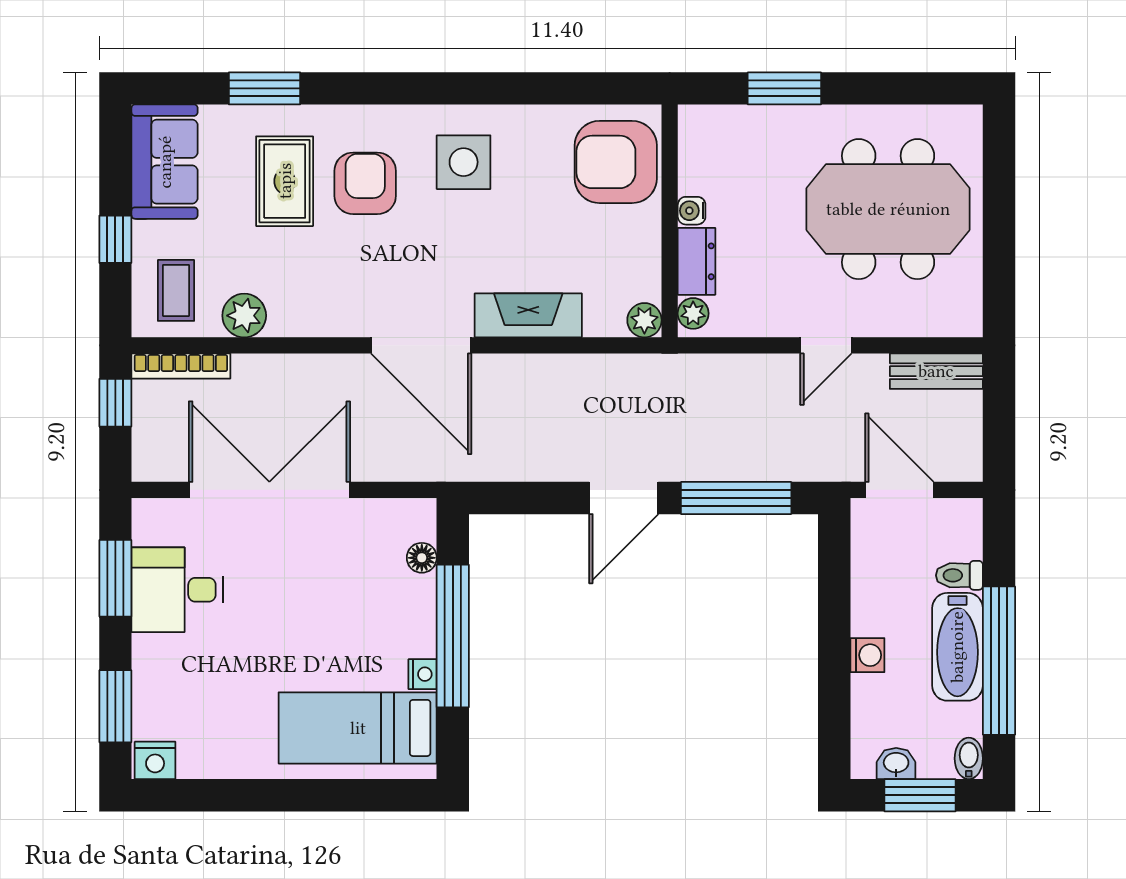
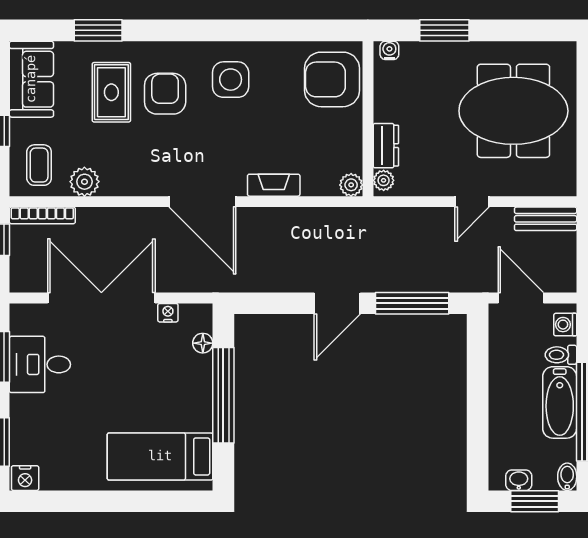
water cooler: (692, 211) -> (389, 50), moved, turned 90
fireplace: (528, 315) -> (274, 185), width x0.73, depth x0.76
washing machine: (867, 655) -> (565, 325), moved, turned 180
nightstand: (423, 674) -> (168, 313), moved, turned -90

